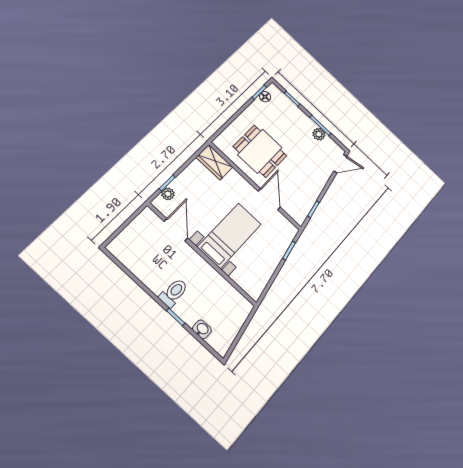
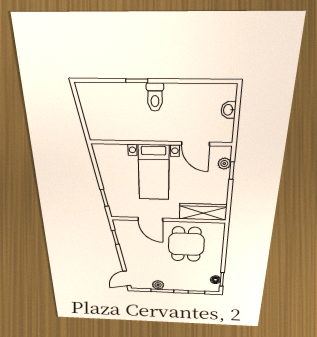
dining table: (260, 151) -> (186, 244), turned 90
wardrobe: (214, 162) -> (203, 212), width x1.50
washbasin: (202, 329) -> (228, 110), moved, turned 90

